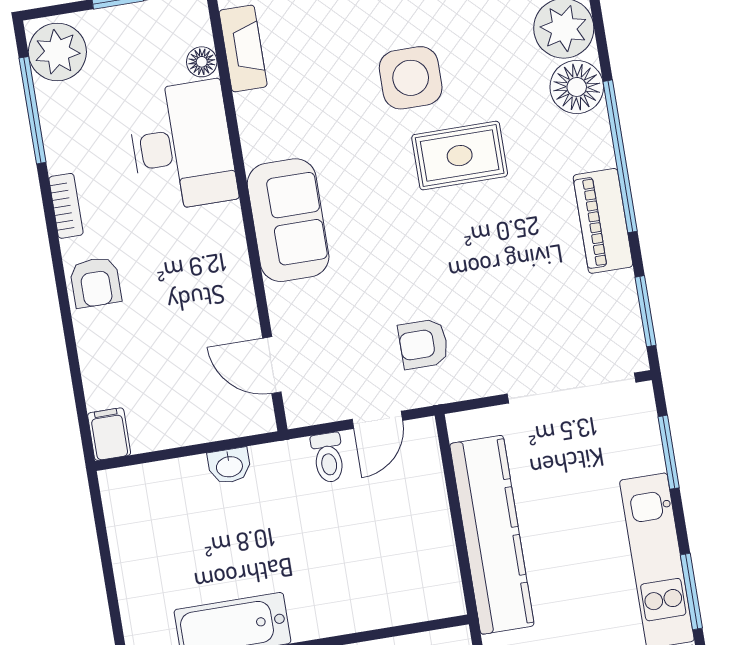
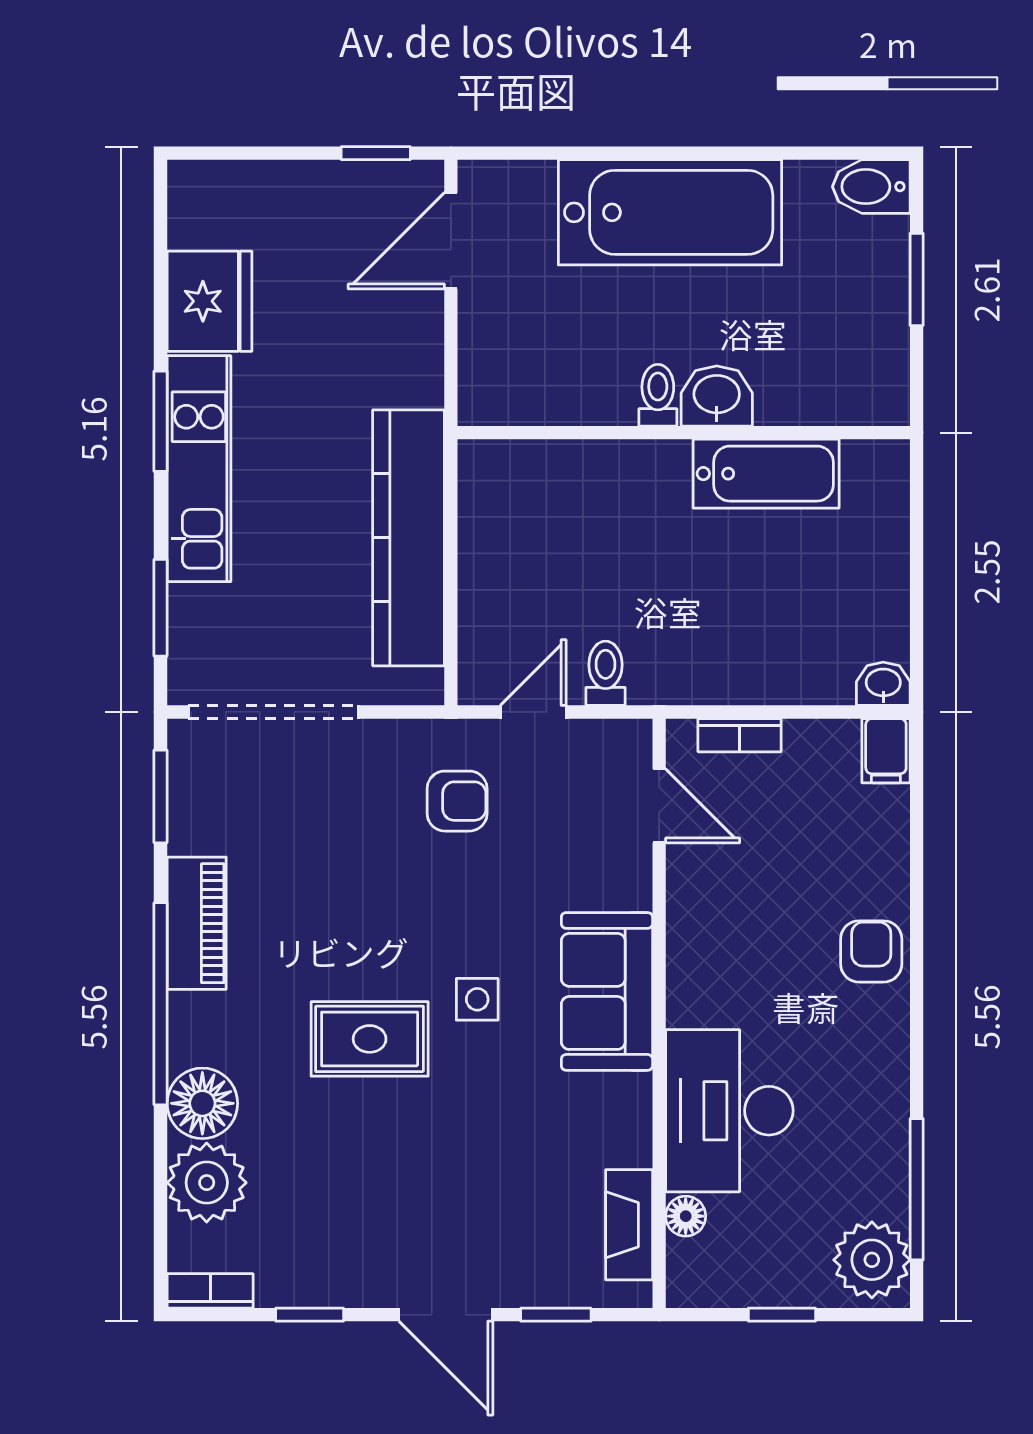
side table: (411, 78) -> (477, 999), moved, width x0.54, depth x0.54
bookcase: (66, 206) -> (739, 735), moved, turned -90
washbasin: (229, 466) -> (883, 684), moved

